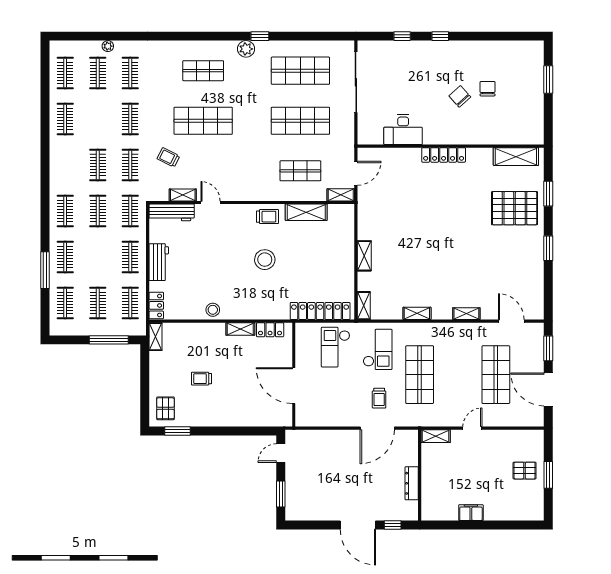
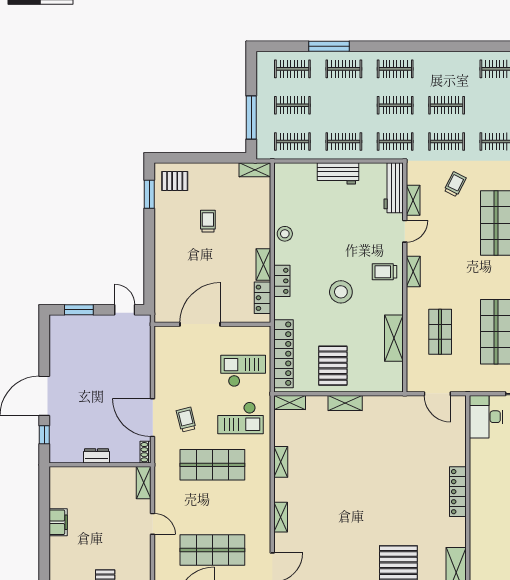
desk: (403, 130) -> (486, 417), moved
shelving: (341, 195) -> (413, 272), moved
trolley: (267, 217) -> (384, 272), moved, turned 90
pallet: (331, 267) -> (333, 366), added
locker: (156, 305) -> (282, 281), moved, turned -90
trolley: (379, 398) -> (186, 420), turned 76
shoe rack: (408, 434) -> (146, 452), added
dresser: (412, 483) -> (97, 456), width x0.70

